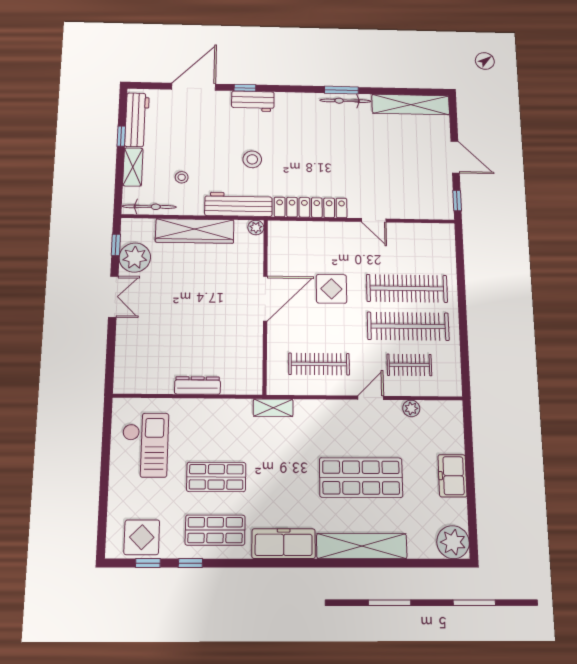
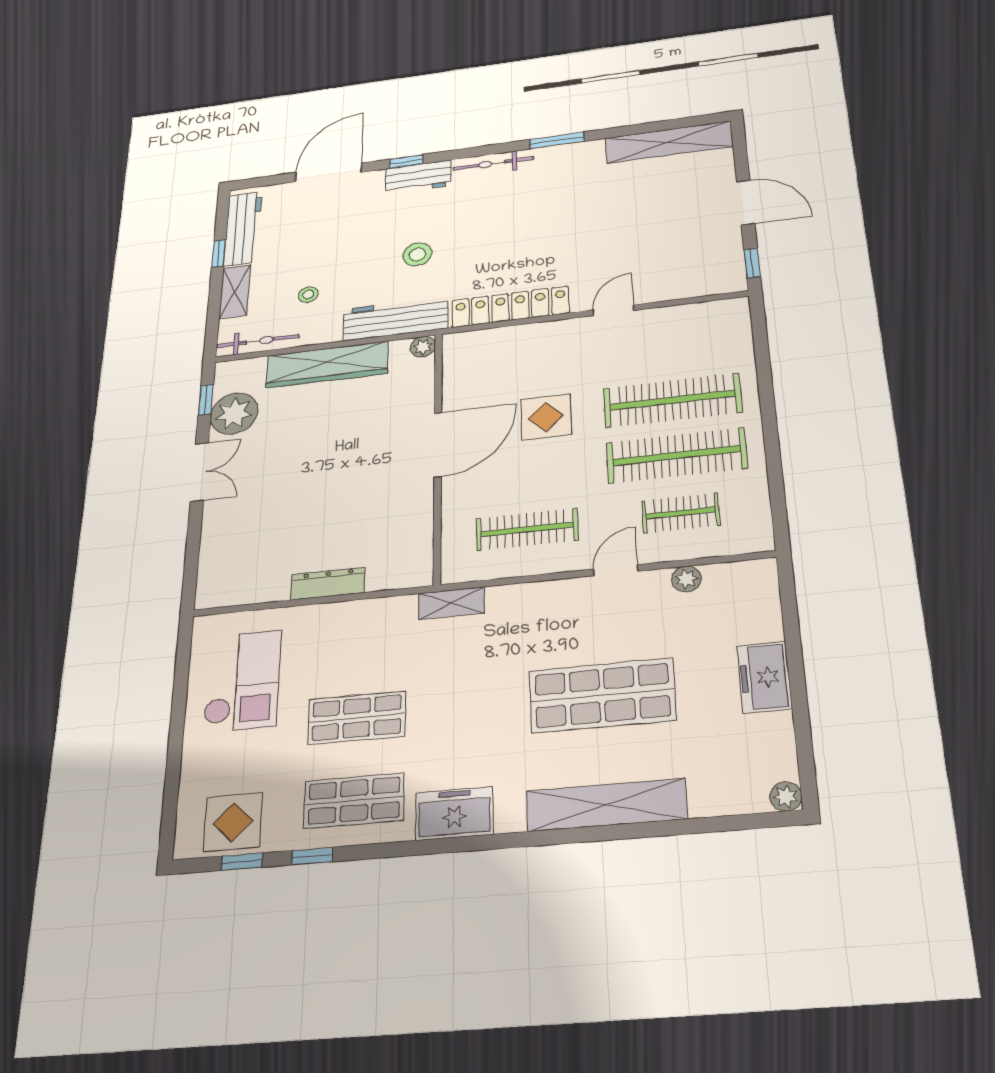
bicycle: (345, 101) -> (493, 163), moved
door: (374, 220) -> (613, 310), swing flipped
plant: (453, 542) -> (786, 797), width x0.53, depth x0.53
freezer: (284, 544) -> (454, 814), width x0.71

